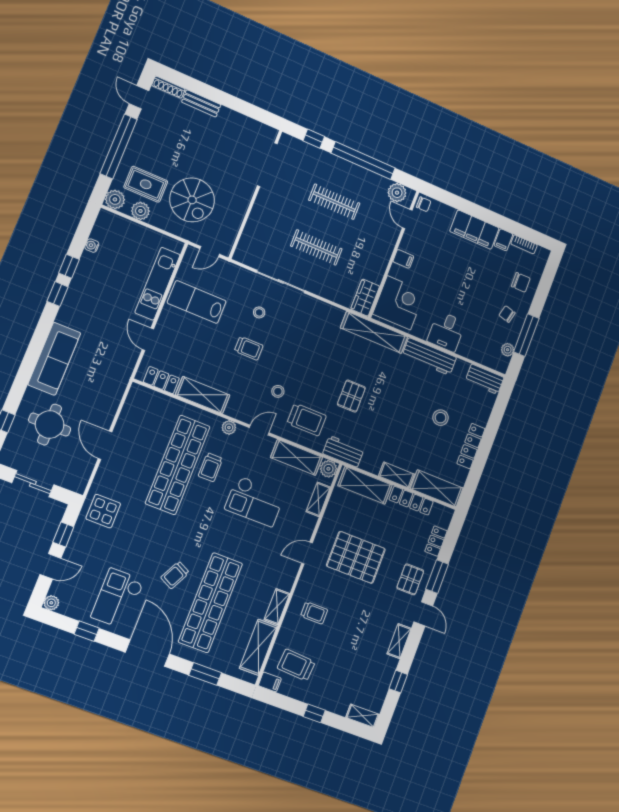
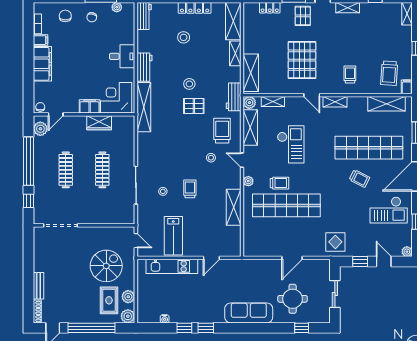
filing cabinet: (403, 259) -> (90, 106), width x2.00
wardrobe: (365, 298) -> (99, 123), moved
workbench: (429, 357) -> (145, 67), width x0.73
locker: (161, 380) -> (235, 238), removed
stool: (381, 402) -> (189, 84), added
locker: (411, 501) -> (249, 36), removed
pallet: (410, 579) -> (303, 16), turned 90
shelving: (277, 607) -> (335, 102), moved

